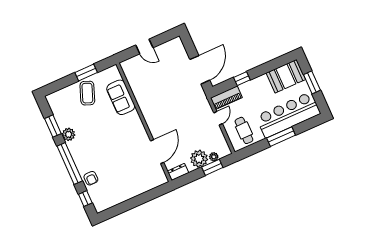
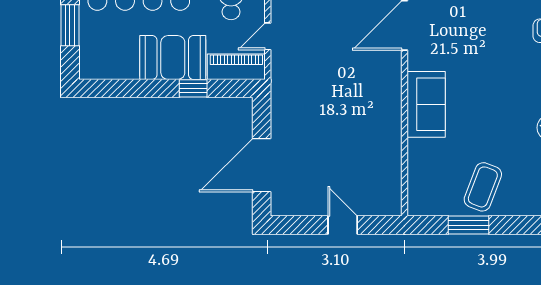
door: (200, 70) -> (262, 165), moved
booth: (286, 76) -> (173, 58), moved
sofa: (121, 97) -> (426, 104), moved

